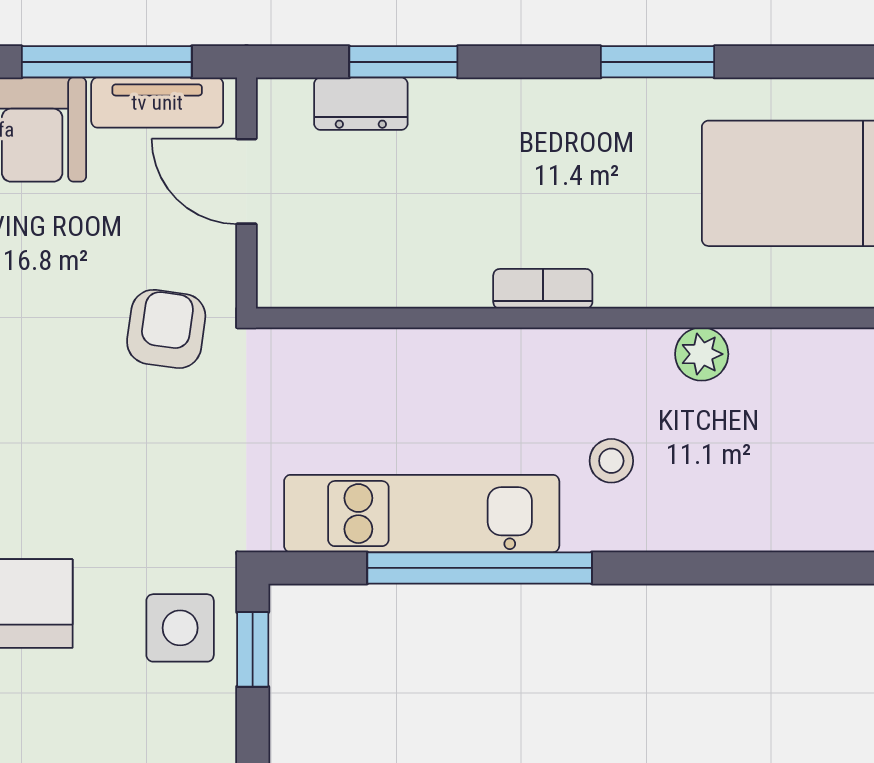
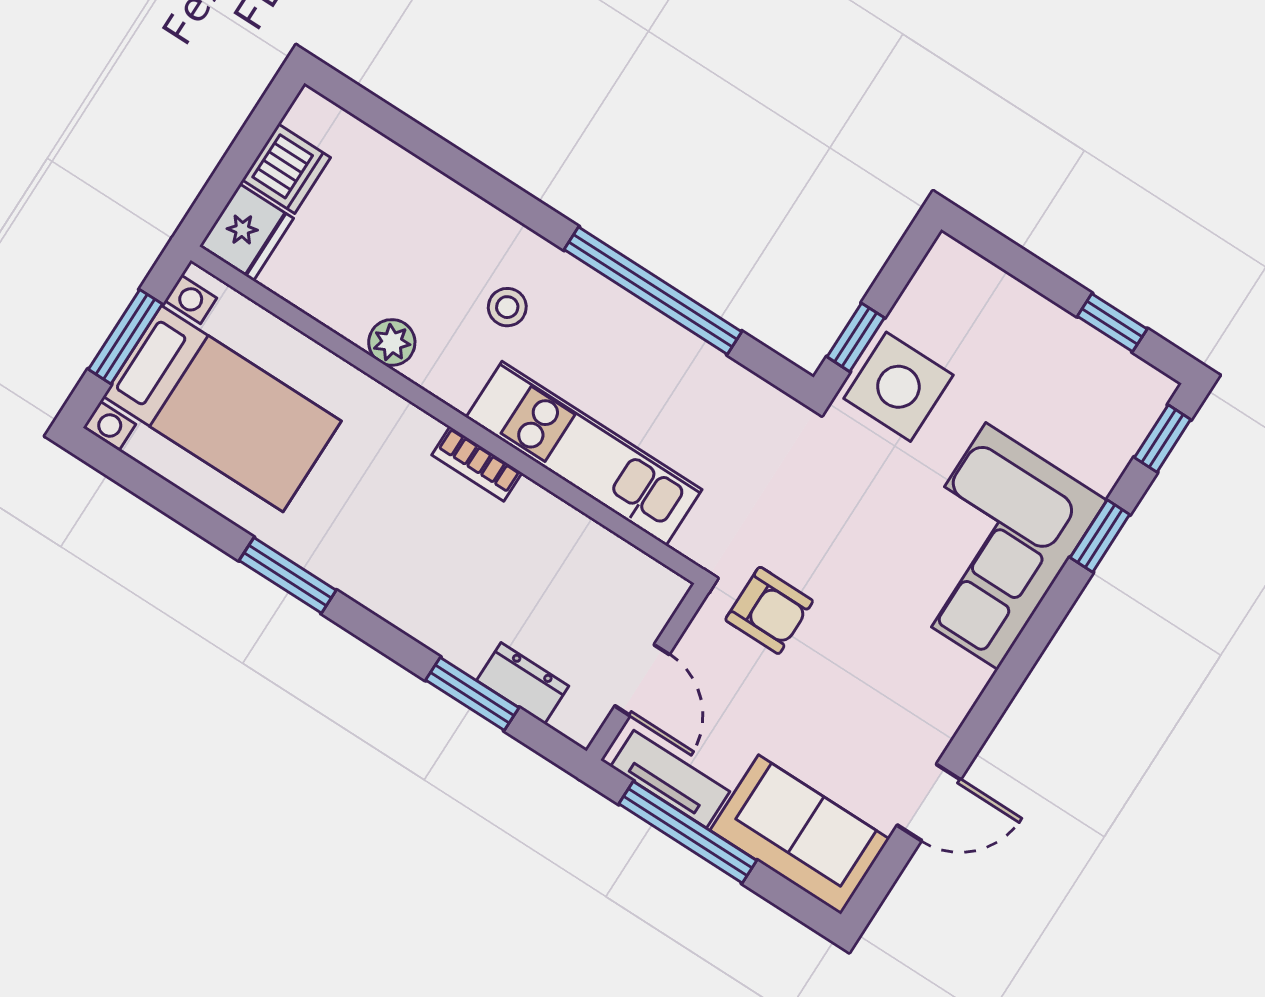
armchair: (166, 329) -> (769, 610), turned -98
kitchen unit: (422, 514) -> (584, 453), moved, turned 180
side table: (180, 628) -> (898, 387), width x1.37, depth x1.37

